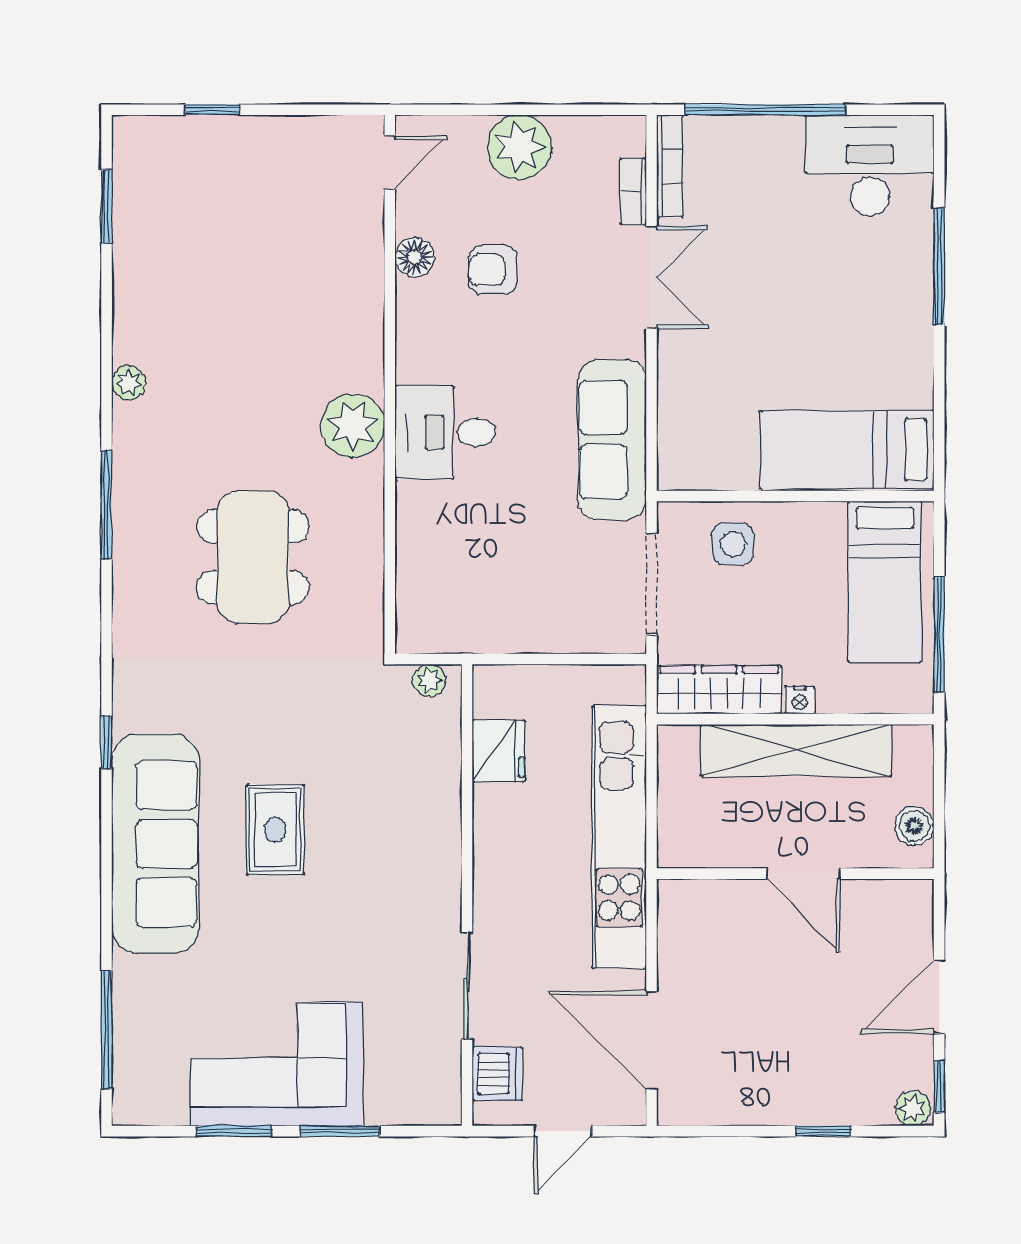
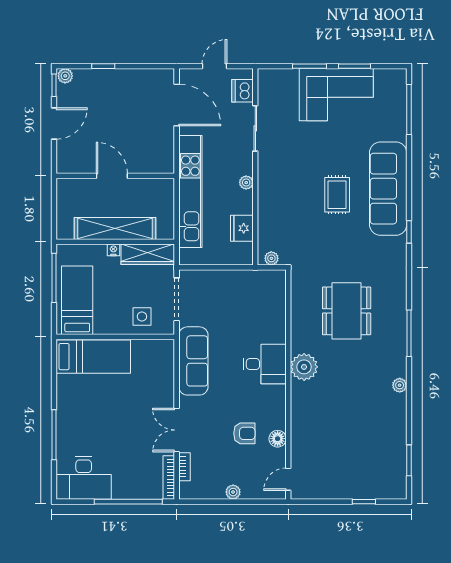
plant: (519, 147) -> (233, 492), width x0.53, depth x0.53
boiler: (914, 826) -> (65, 196), removed
plant: (488, 858) -> (246, 183), added

